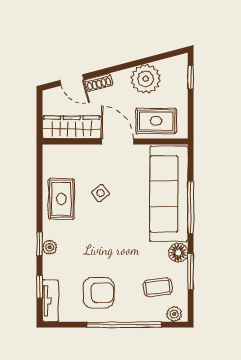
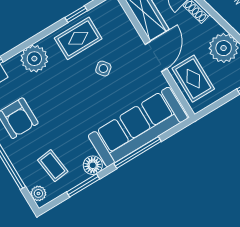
window: (40, 244) -> (76, 14), moved
plant: (50, 247) -> (34, 59), width x1.87, depth x1.87

